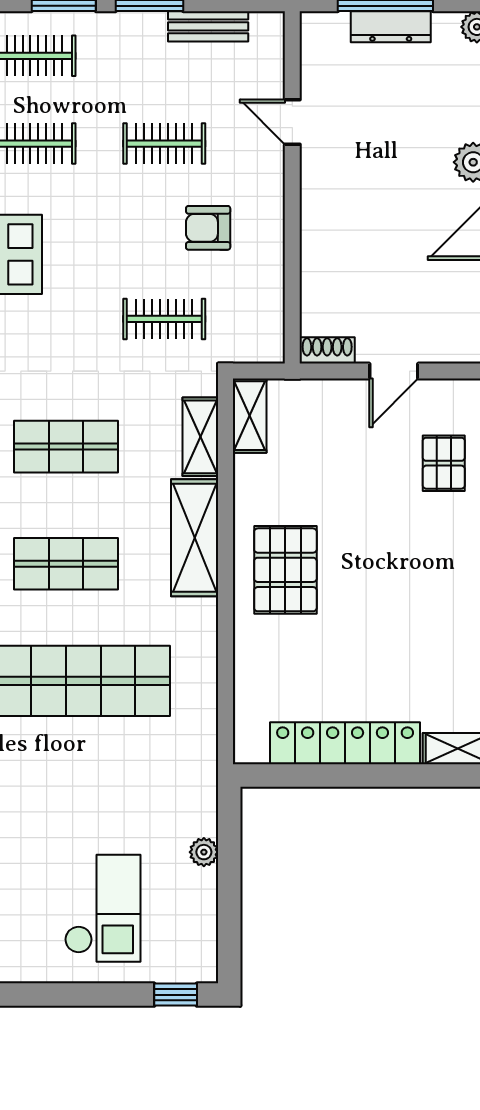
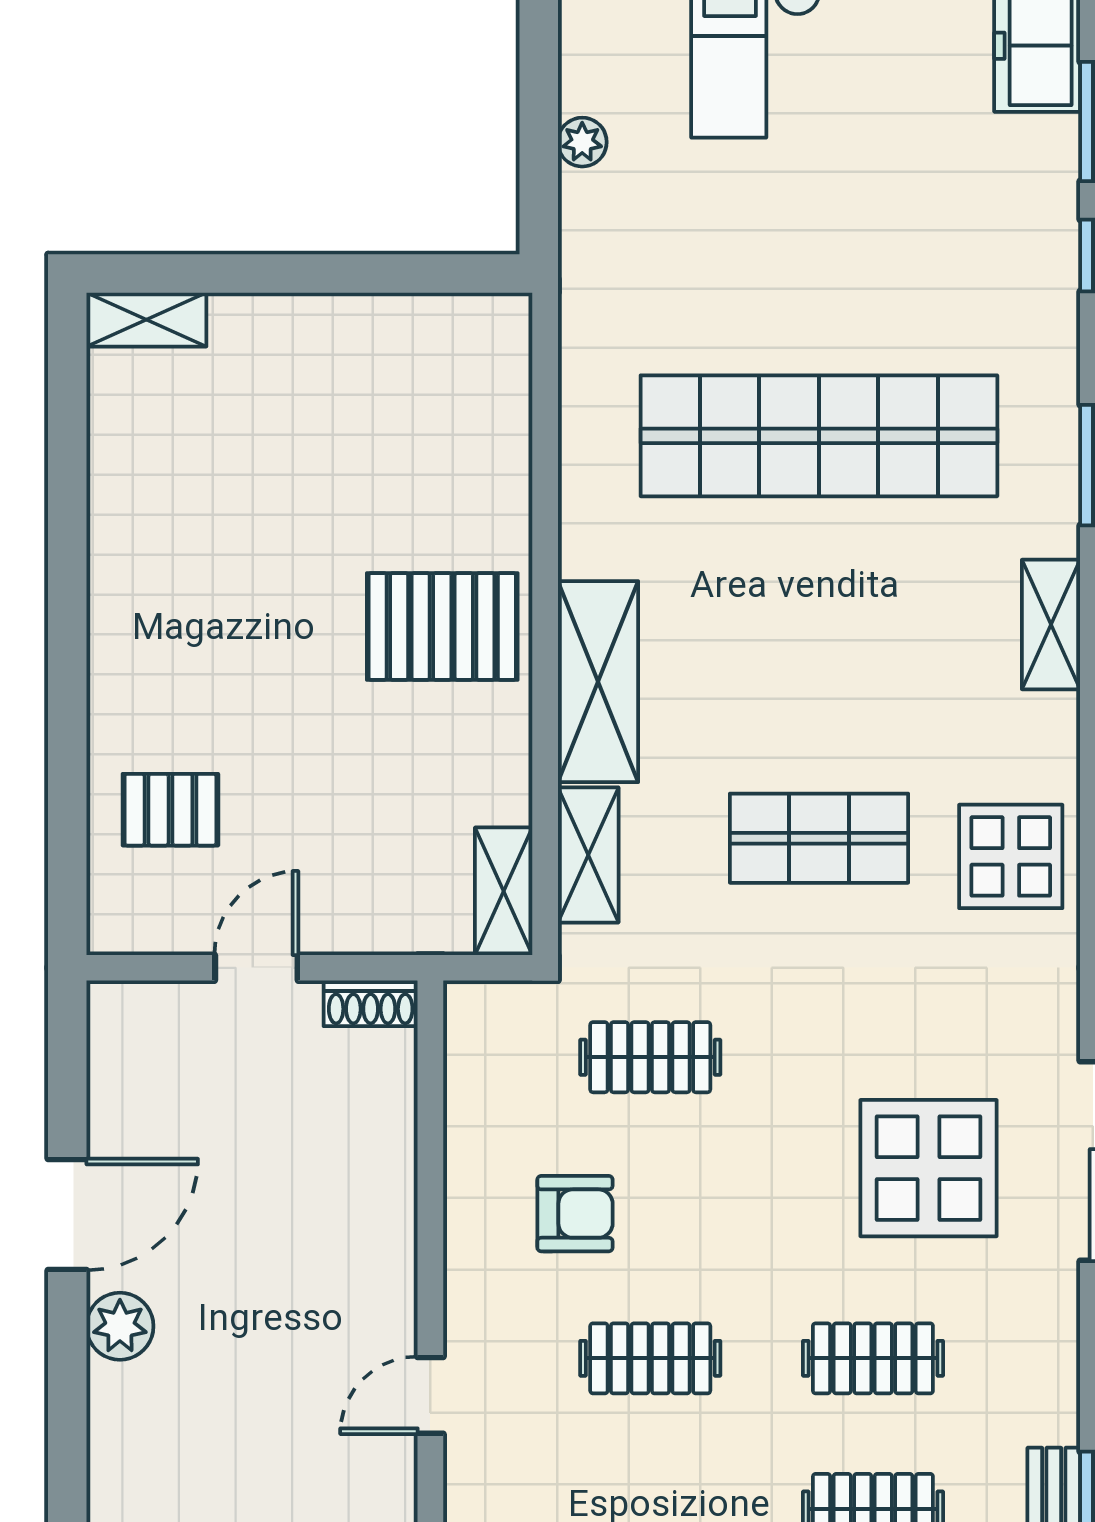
door: (292, 122) -> (430, 1395), swing flipped
pallet: (444, 463) -> (170, 810), turned 90
shop shelf: (66, 564) -> (819, 637), removed
pallet: (285, 570) -> (442, 627), turned 90
locker: (345, 743) -> (340, 329), removed

